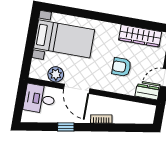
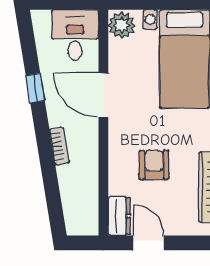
plant: (56, 74) -> (122, 25), moved
door: (77, 89) -> (103, 95), hinge flipped

